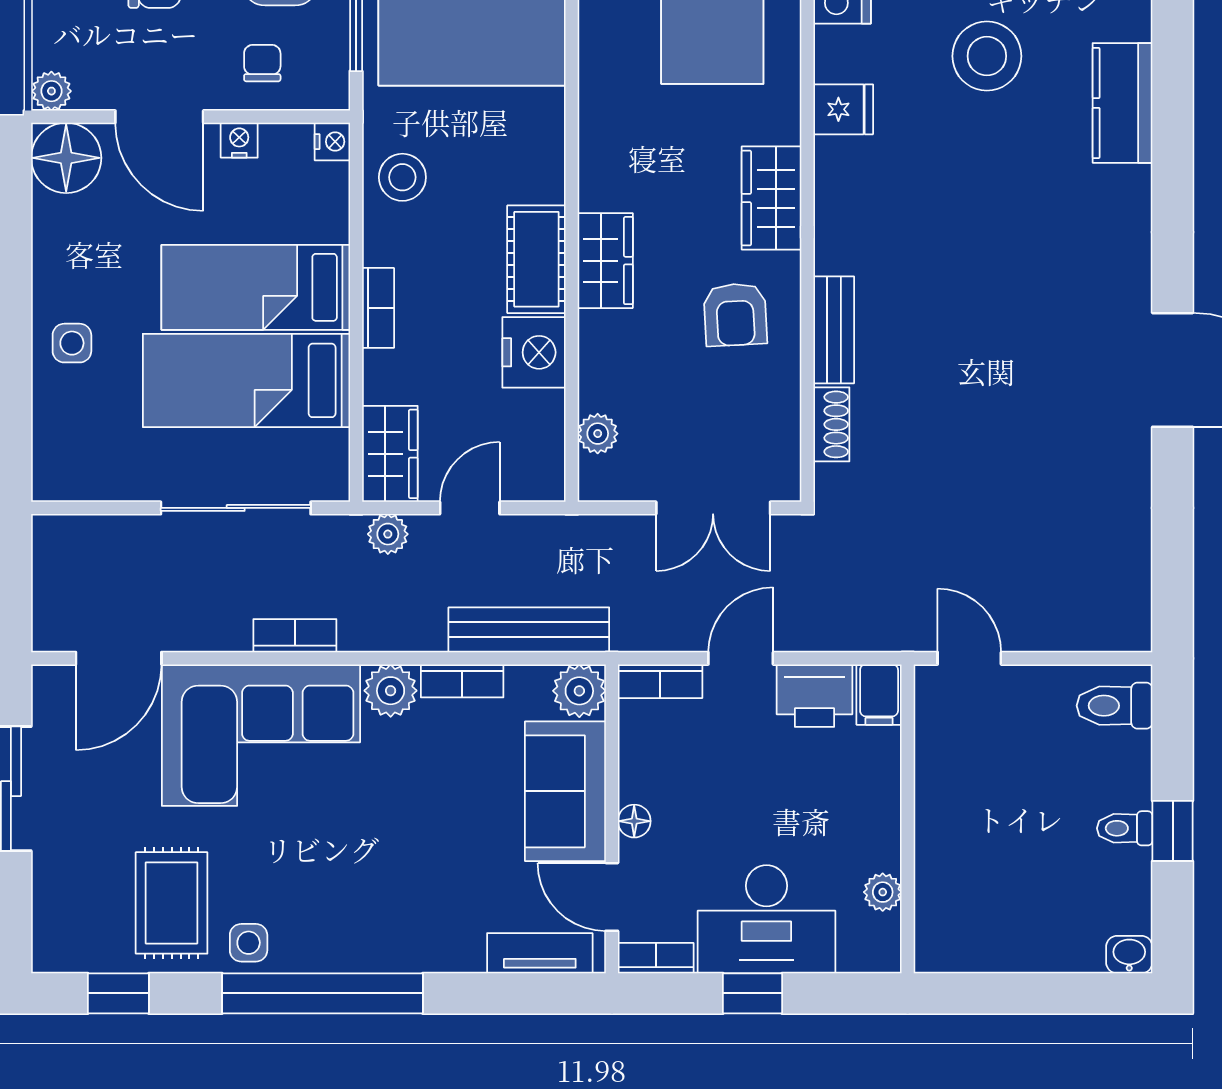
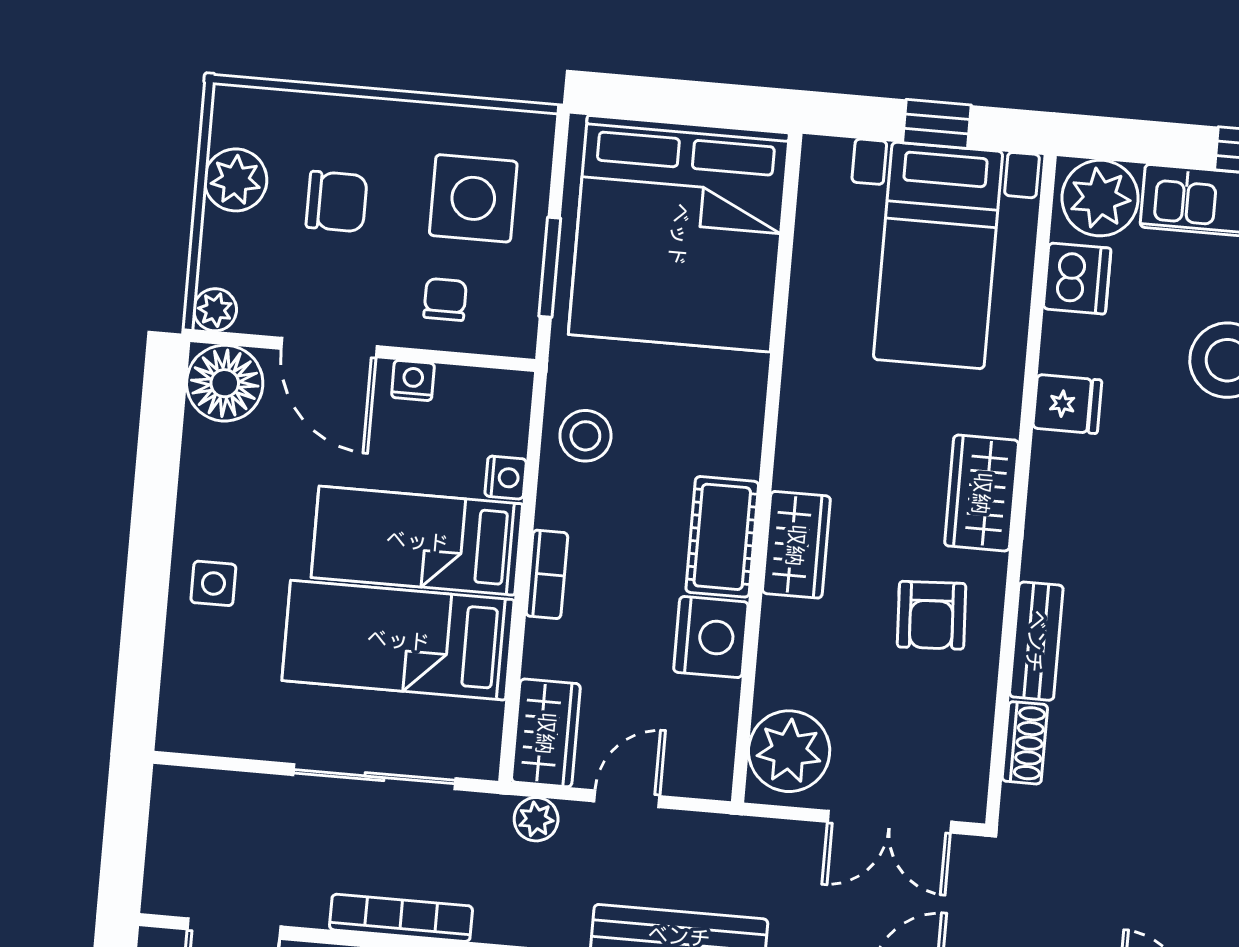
nightstand: (332, 142) -> (506, 478), moved
plant: (598, 434) -> (789, 751), width x1.88, depth x1.88
bookcase: (295, 636) -> (401, 918), width x1.56

